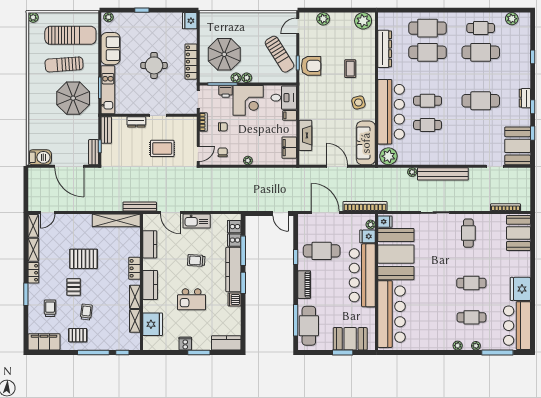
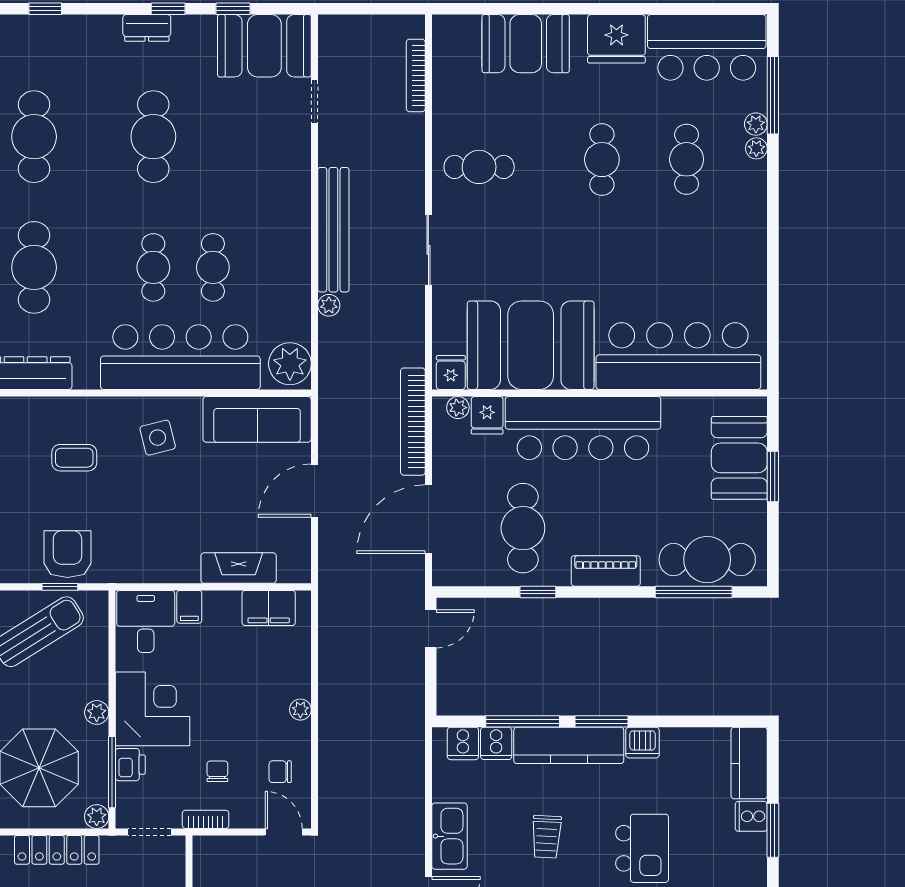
plant: (236, 78) -> (97, 817), moved
booth: (518, 233) -> (526, 44), moved
cooker: (185, 344) -> (751, 816), moved
plant: (458, 346) -> (756, 124), moved

